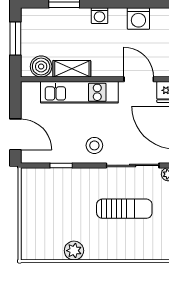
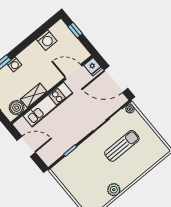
washing machine: (100, 16) -> (14, 64), moved
door: (15, 134) -> (26, 146), moved
stool: (94, 145) -> (79, 126), removed

